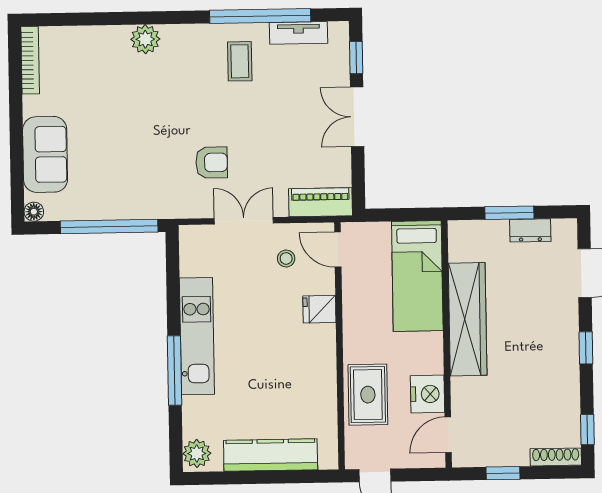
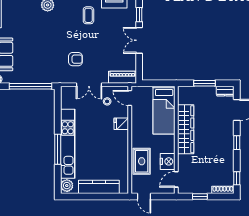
double door: (244, 221) -> (89, 85), swing flipped
dresser: (530, 230) -> (225, 91), moved
kitchen unit: (197, 336) -> (68, 144), width x1.36

